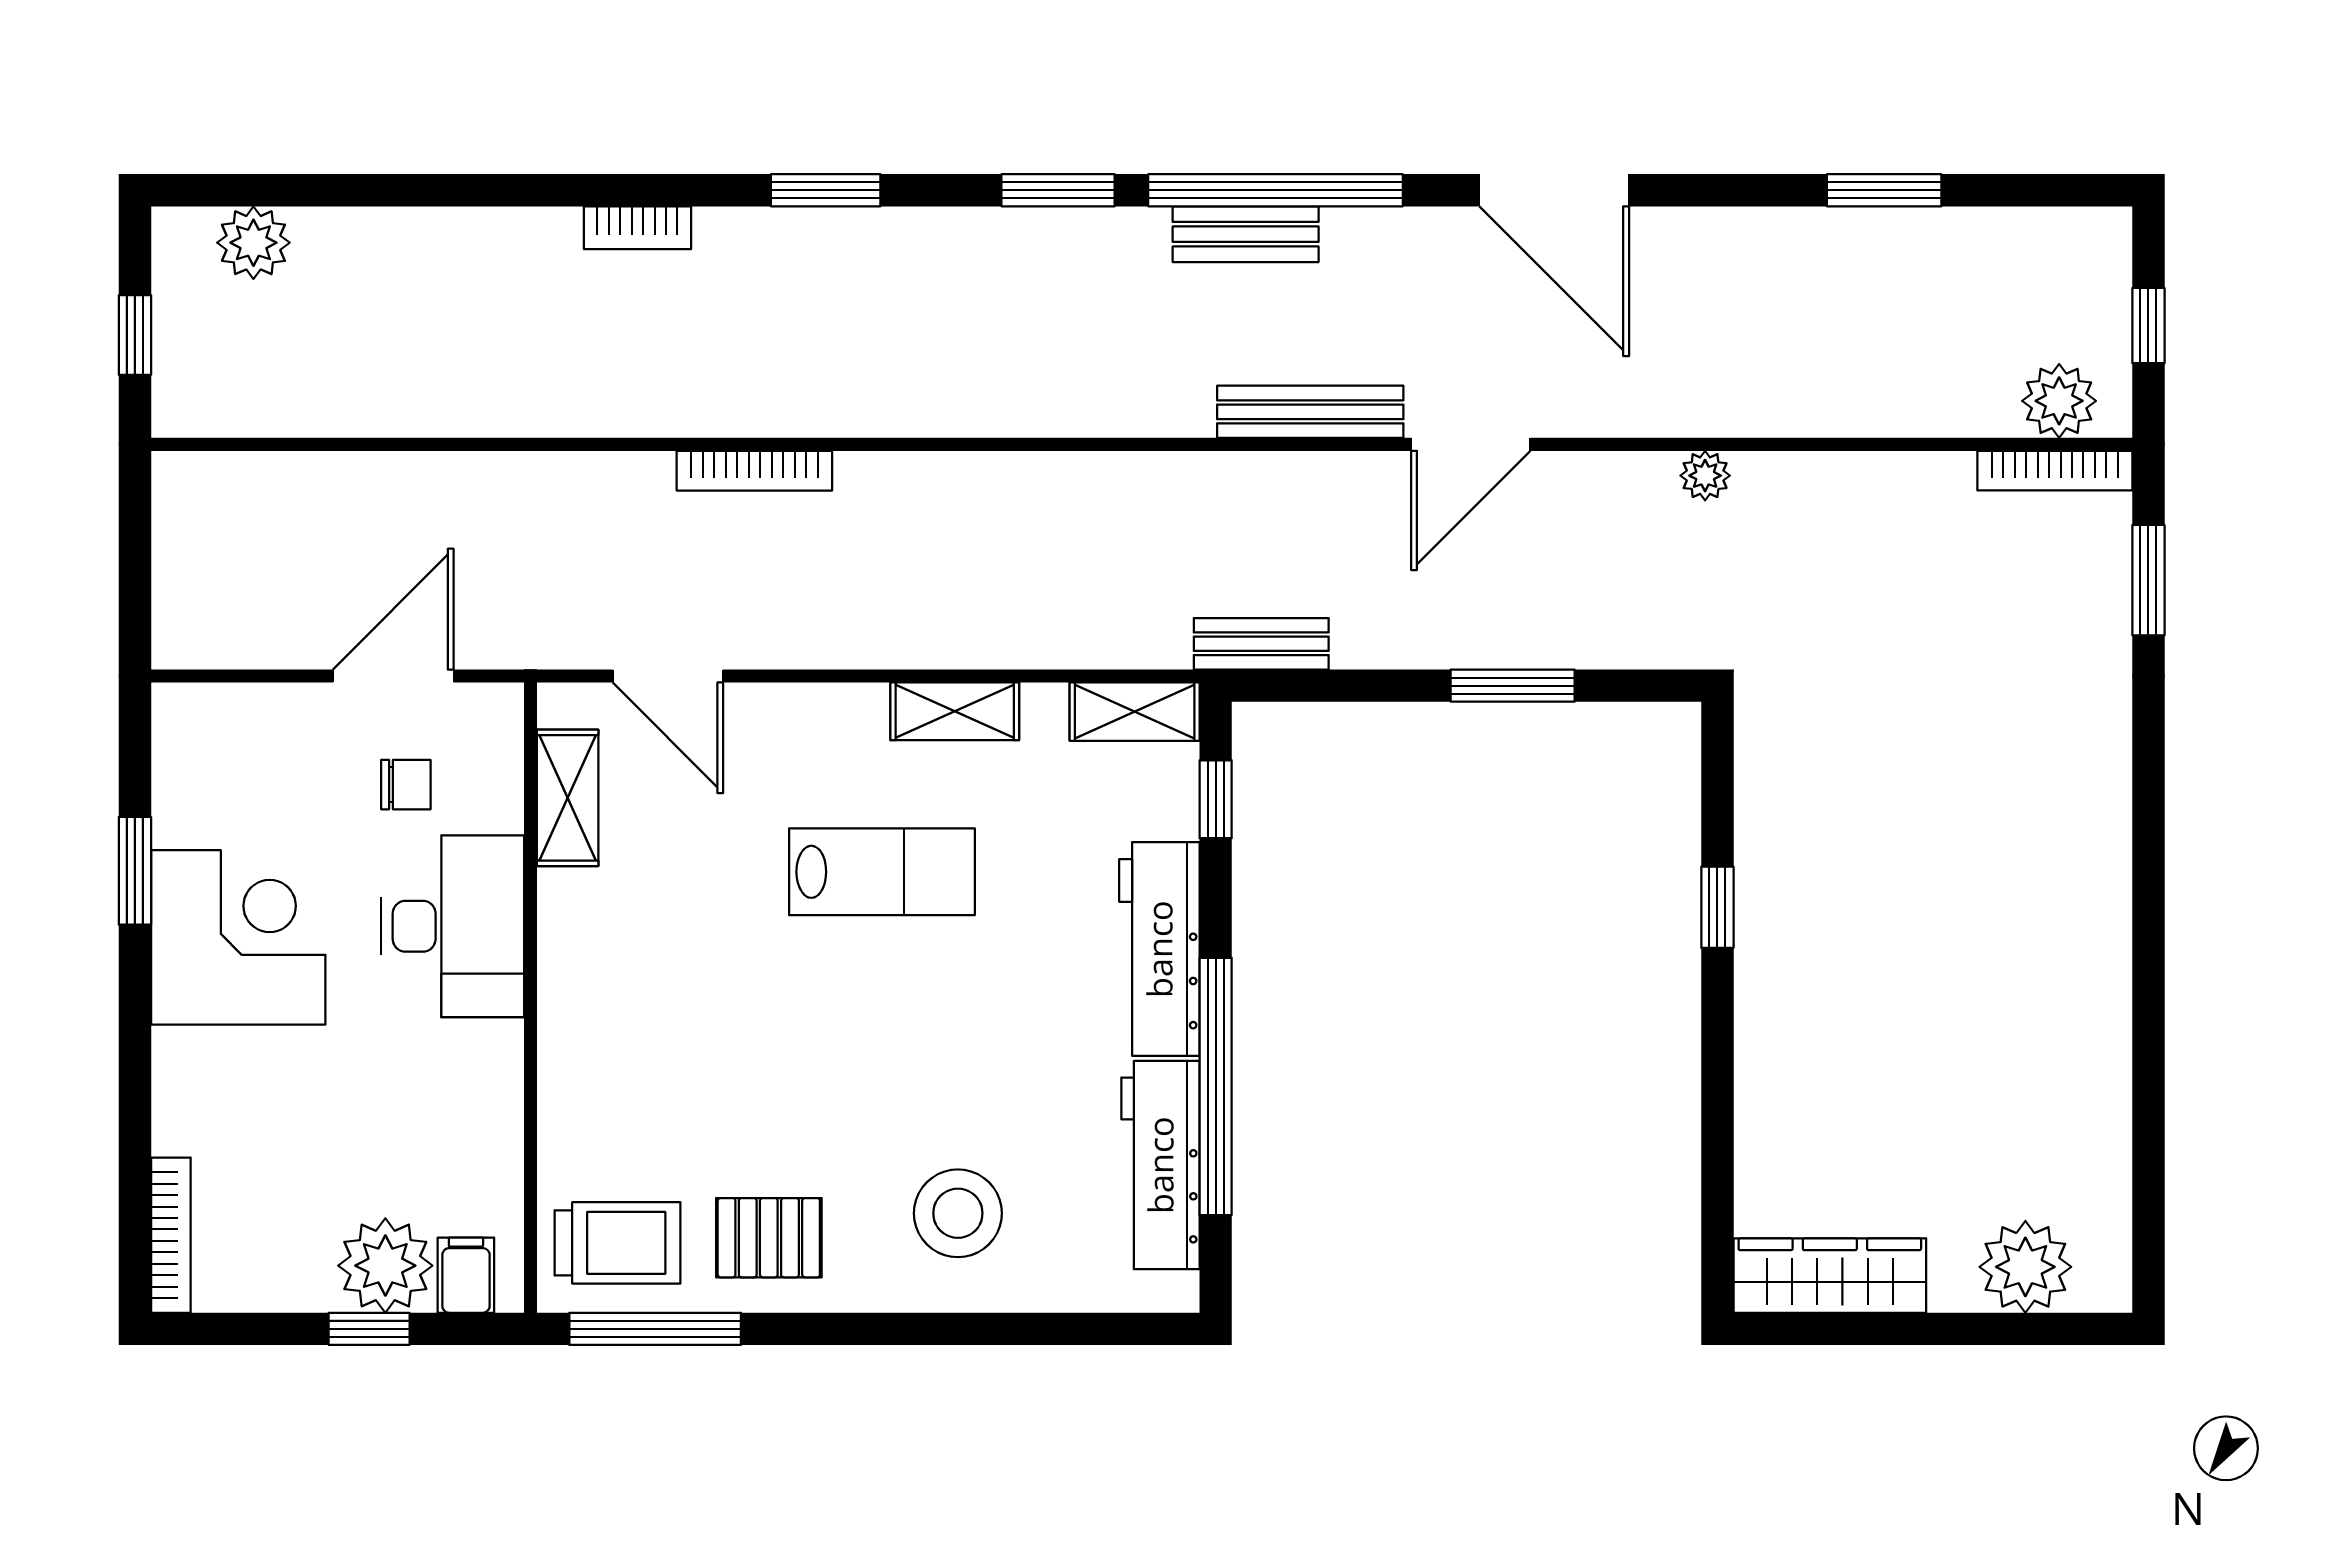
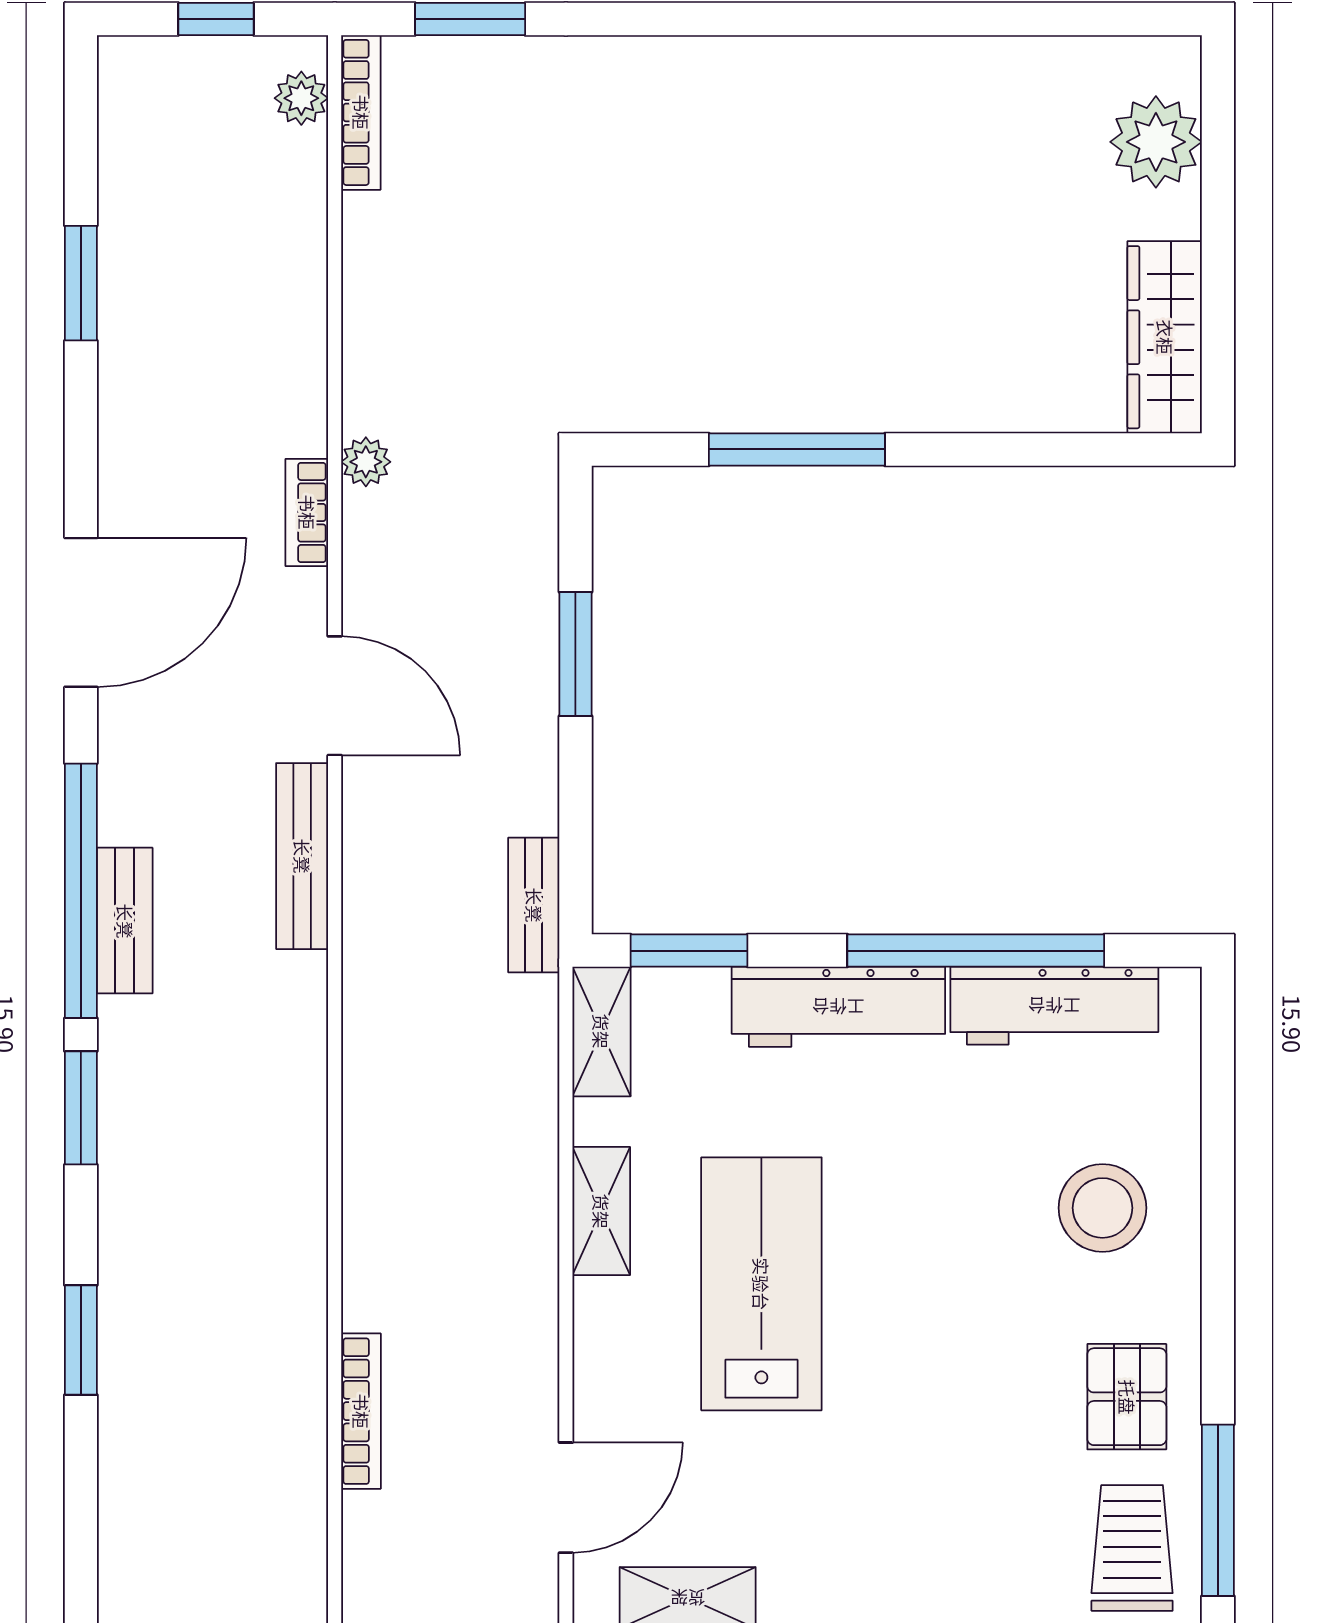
bookcase: (637, 228) -> (307, 512), moved, turned 180
plant: (2059, 401) -> (301, 98), width x0.73, depth x0.73
window: (1216, 799) -> (689, 951), width x1.50
lab bench: (882, 872) -> (761, 1284), width x1.36, depth x1.39
window: (1717, 907) -> (797, 449), width x2.17

